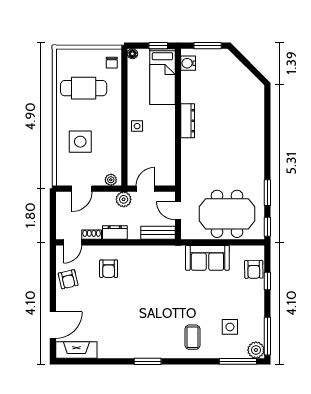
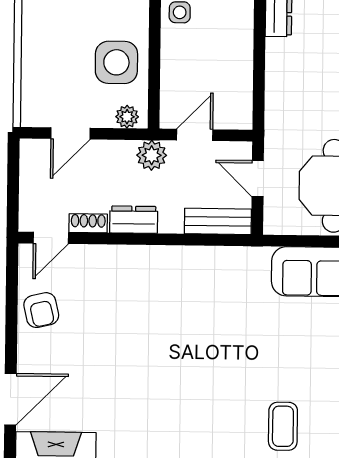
side table: (80, 142) -> (116, 62), moved
armchair: (109, 269) -> (121, 290), removed

